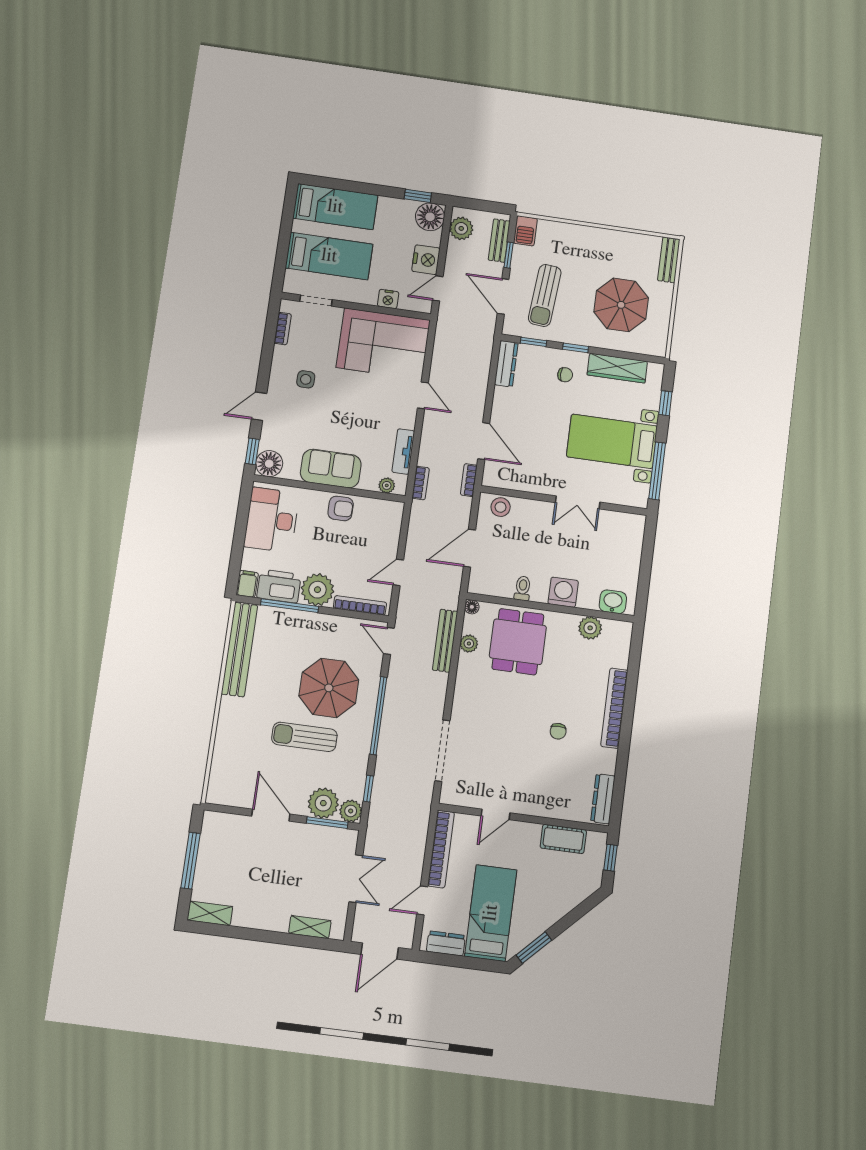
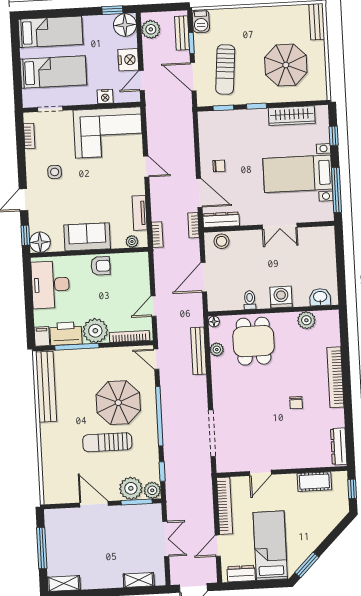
dresser: (506, 364) -> (221, 220), moved, turned -90
chair: (565, 375) -> (219, 166), moved

